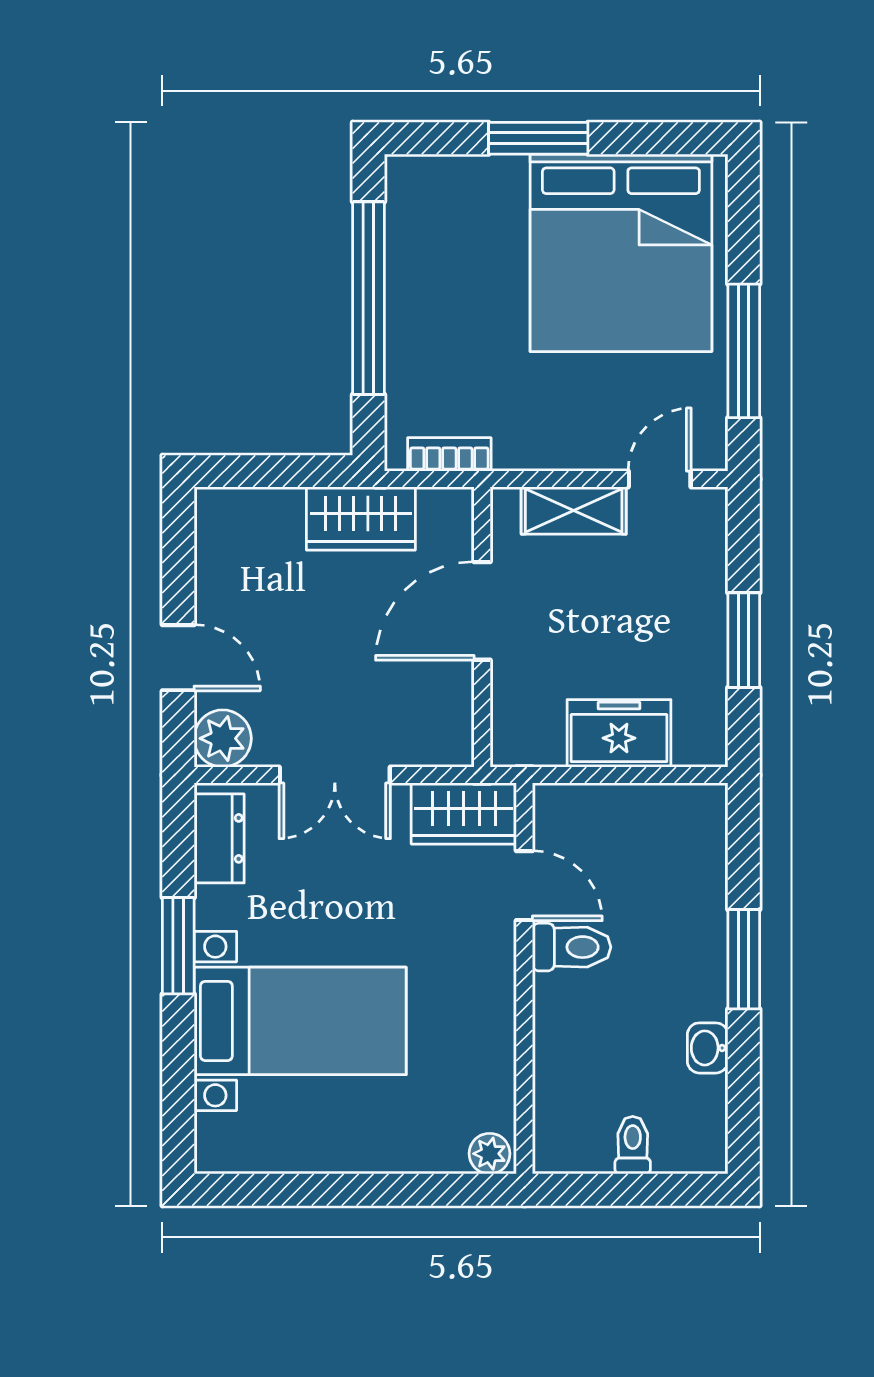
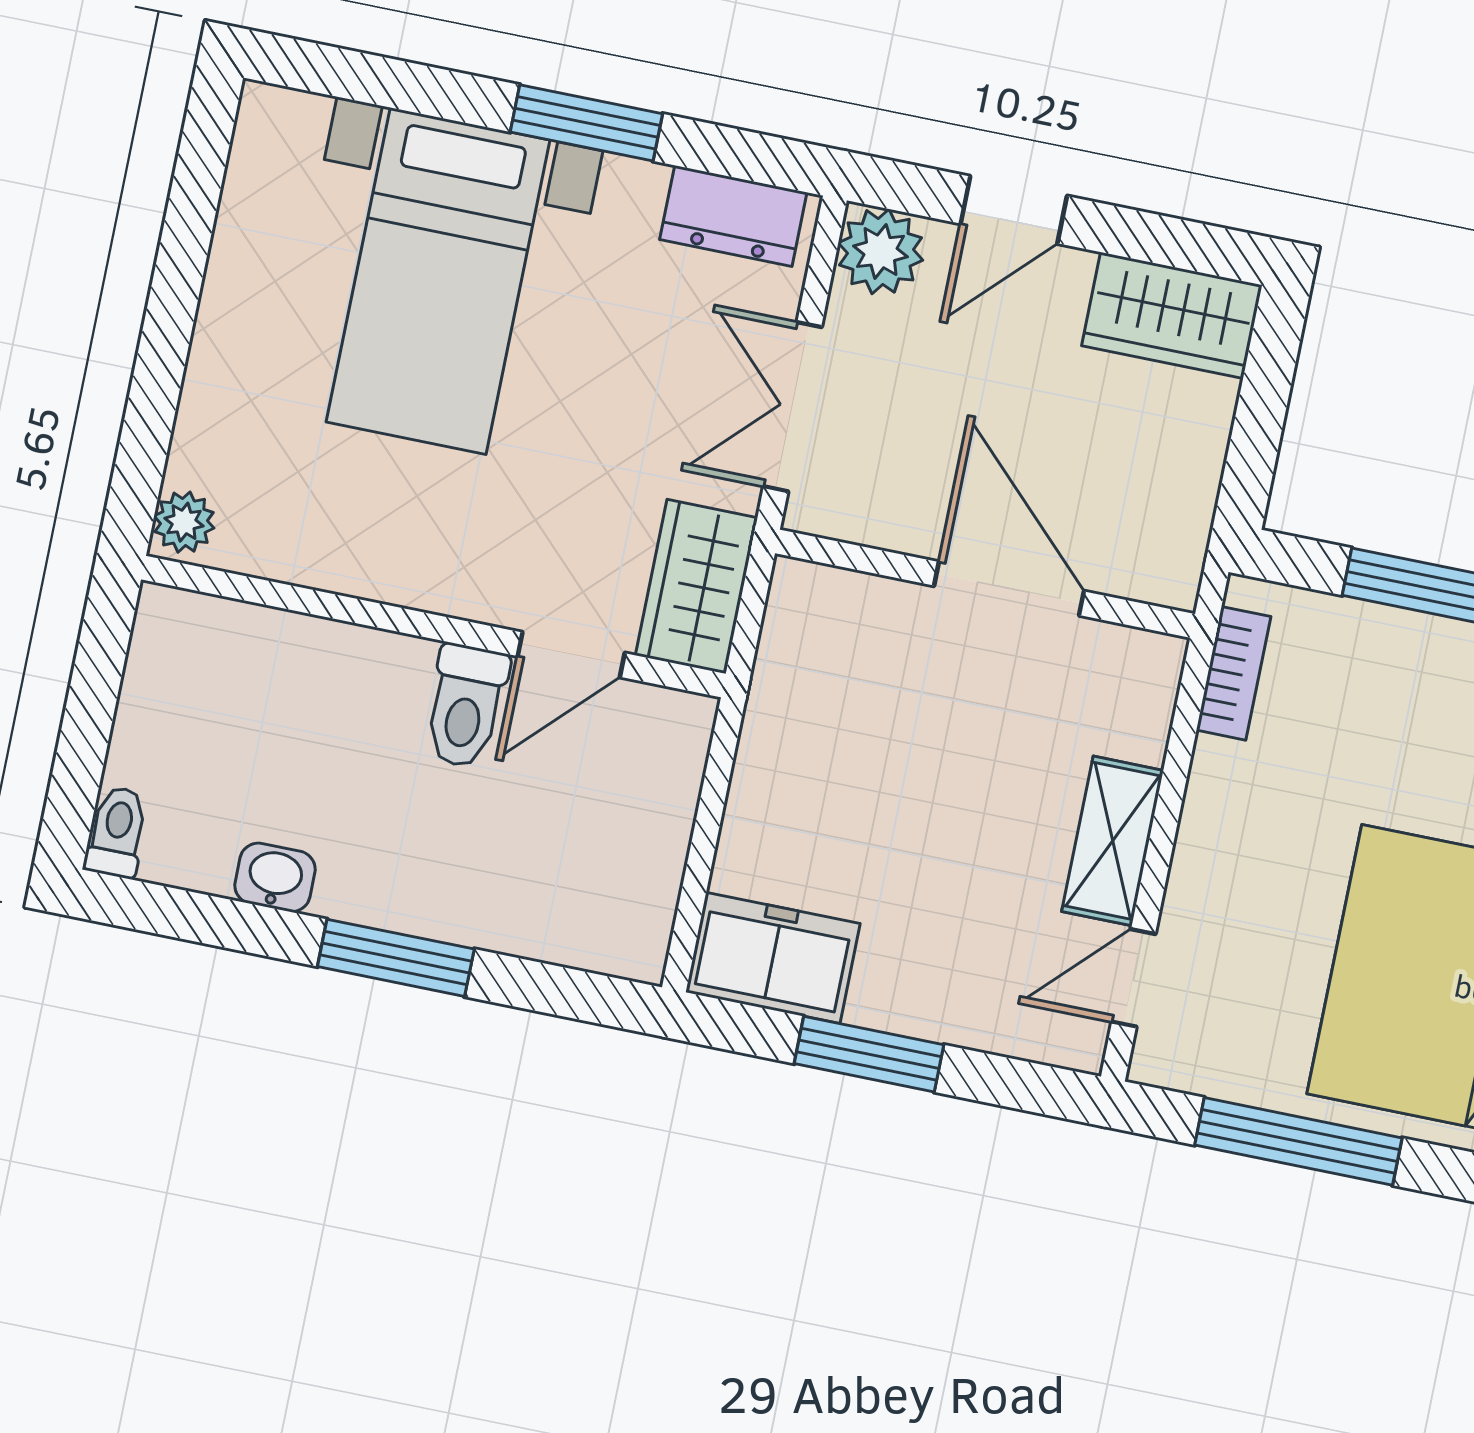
door: (660, 479) -> (1133, 978), swing flipped
wardrobe: (361, 519) -> (1172, 315), moved, turned -90
door: (482, 611) -> (1009, 589), moved
wall: (482, 627) -> (985, 584), moved
freezer: (619, 733) -> (773, 958), moved, turned -90
toilet: (633, 1145) -> (117, 832), moved, turned -90

